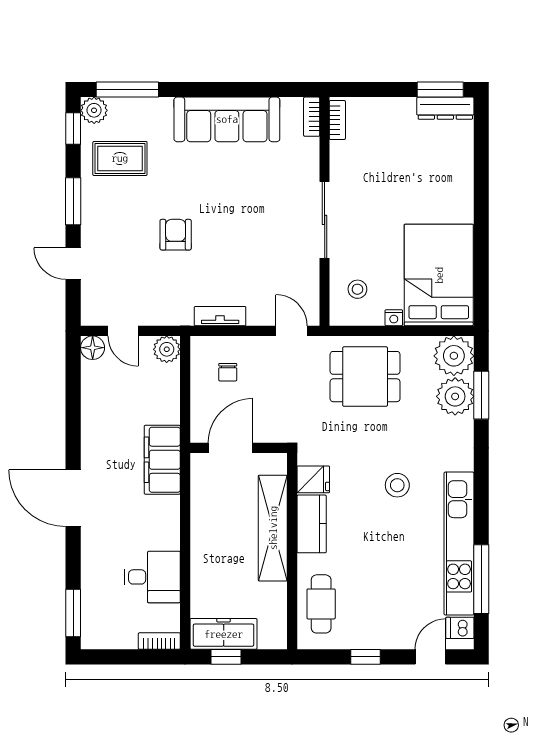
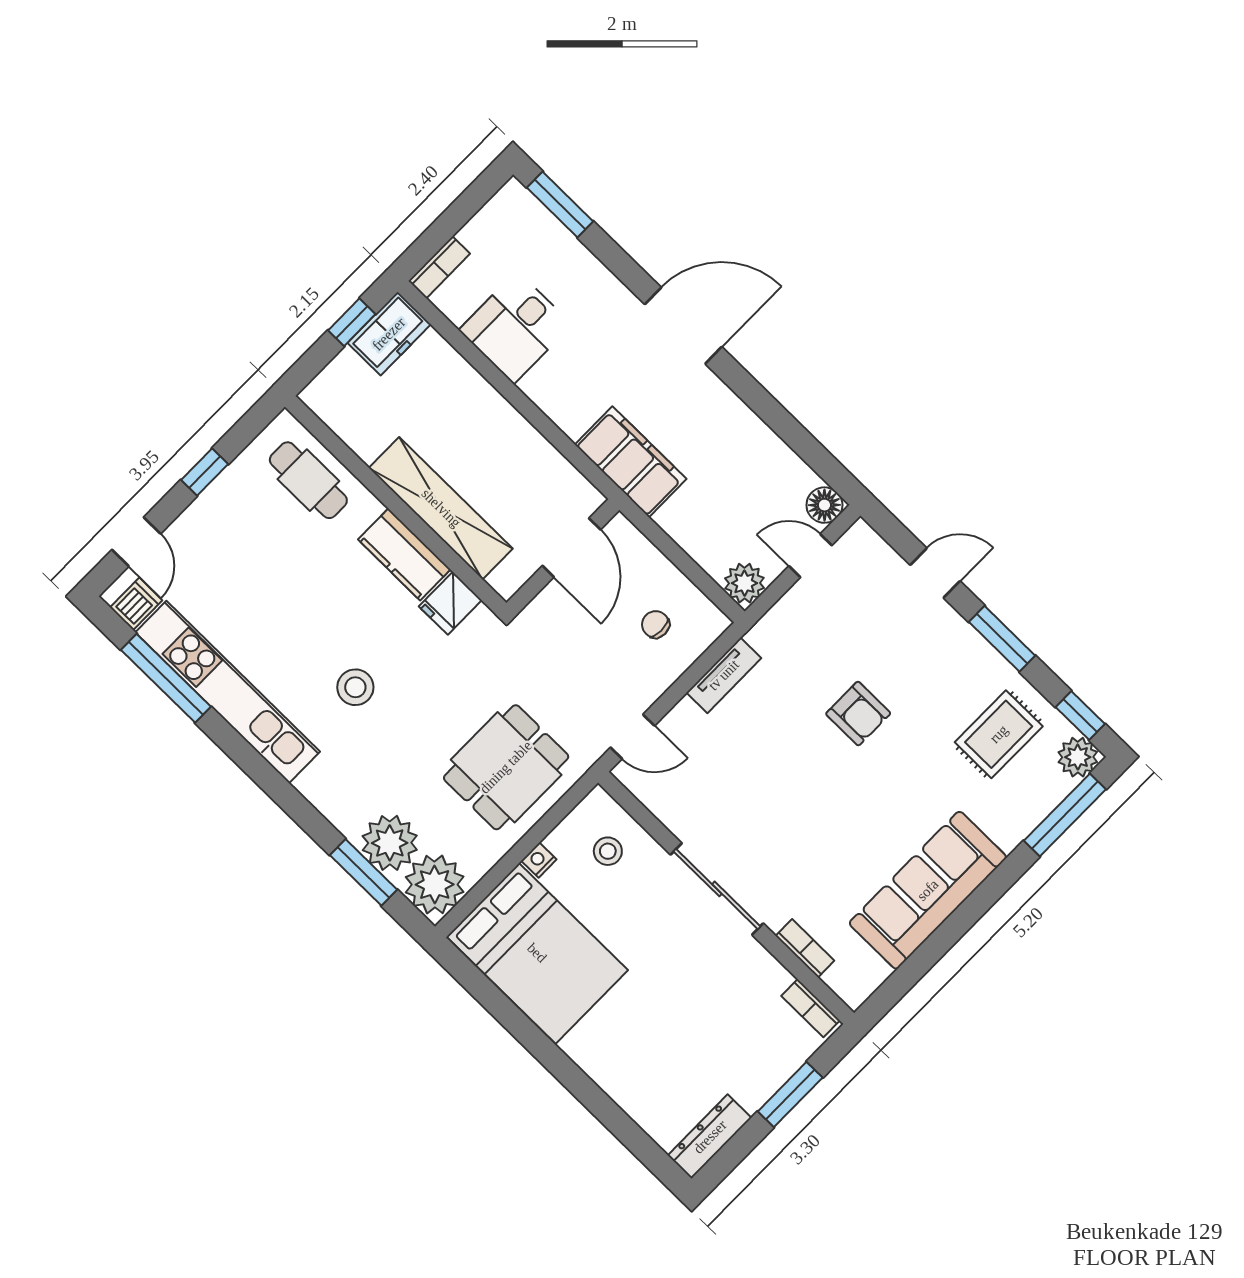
window: (440, 89) -> (790, 1095), moved
bookcase: (312, 117) -> (805, 948), moved
freezer: (224, 634) -> (389, 334), width x0.71

